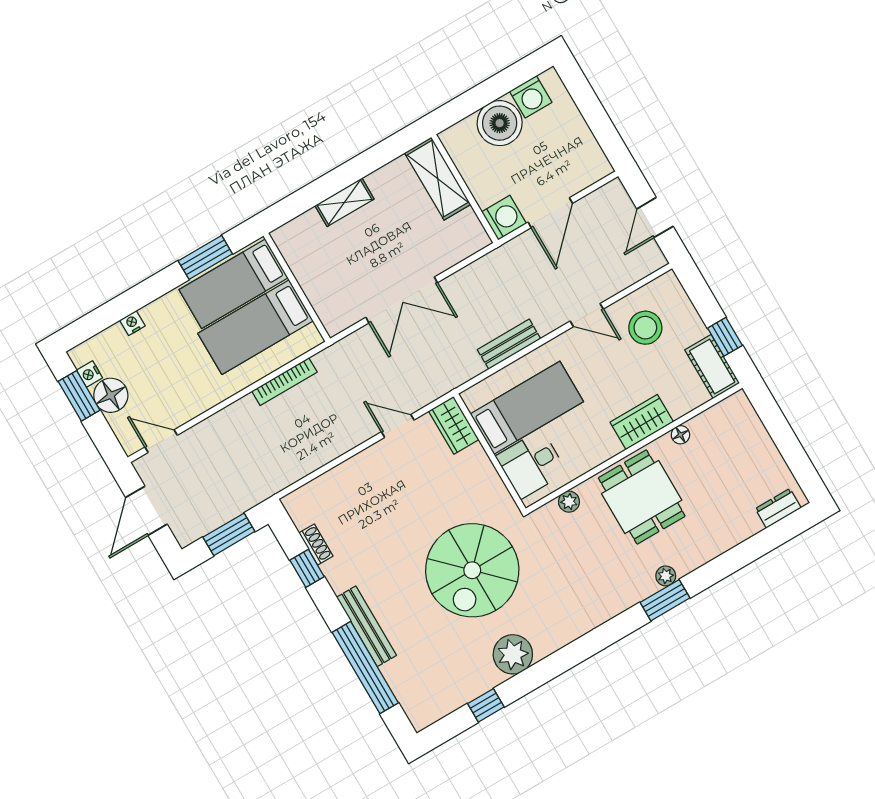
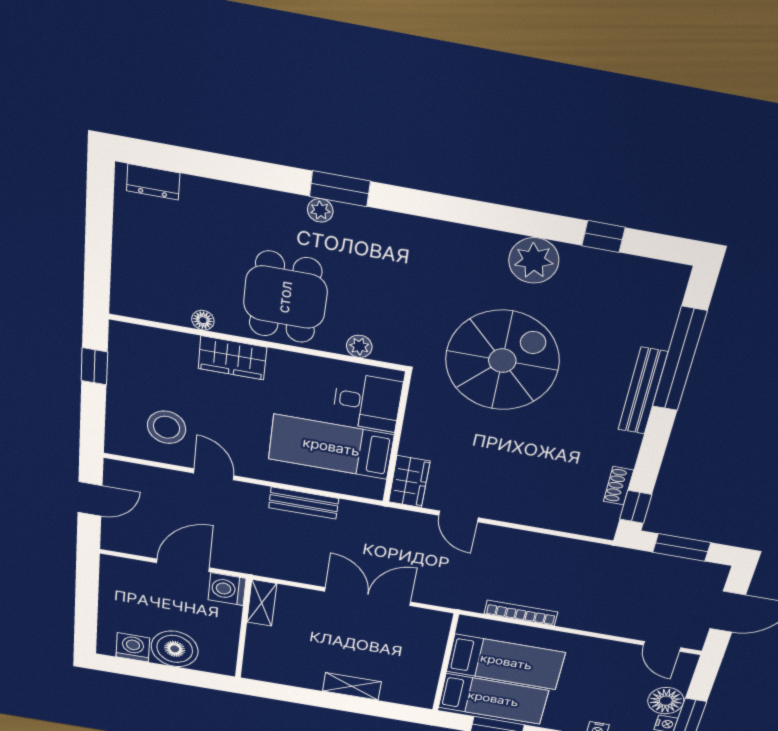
shelving: (438, 179) -> (262, 603), moved, width x0.67, depth x0.75
cot: (712, 366) -> (126, 352), removed
window: (307, 568) -> (636, 507), moved

